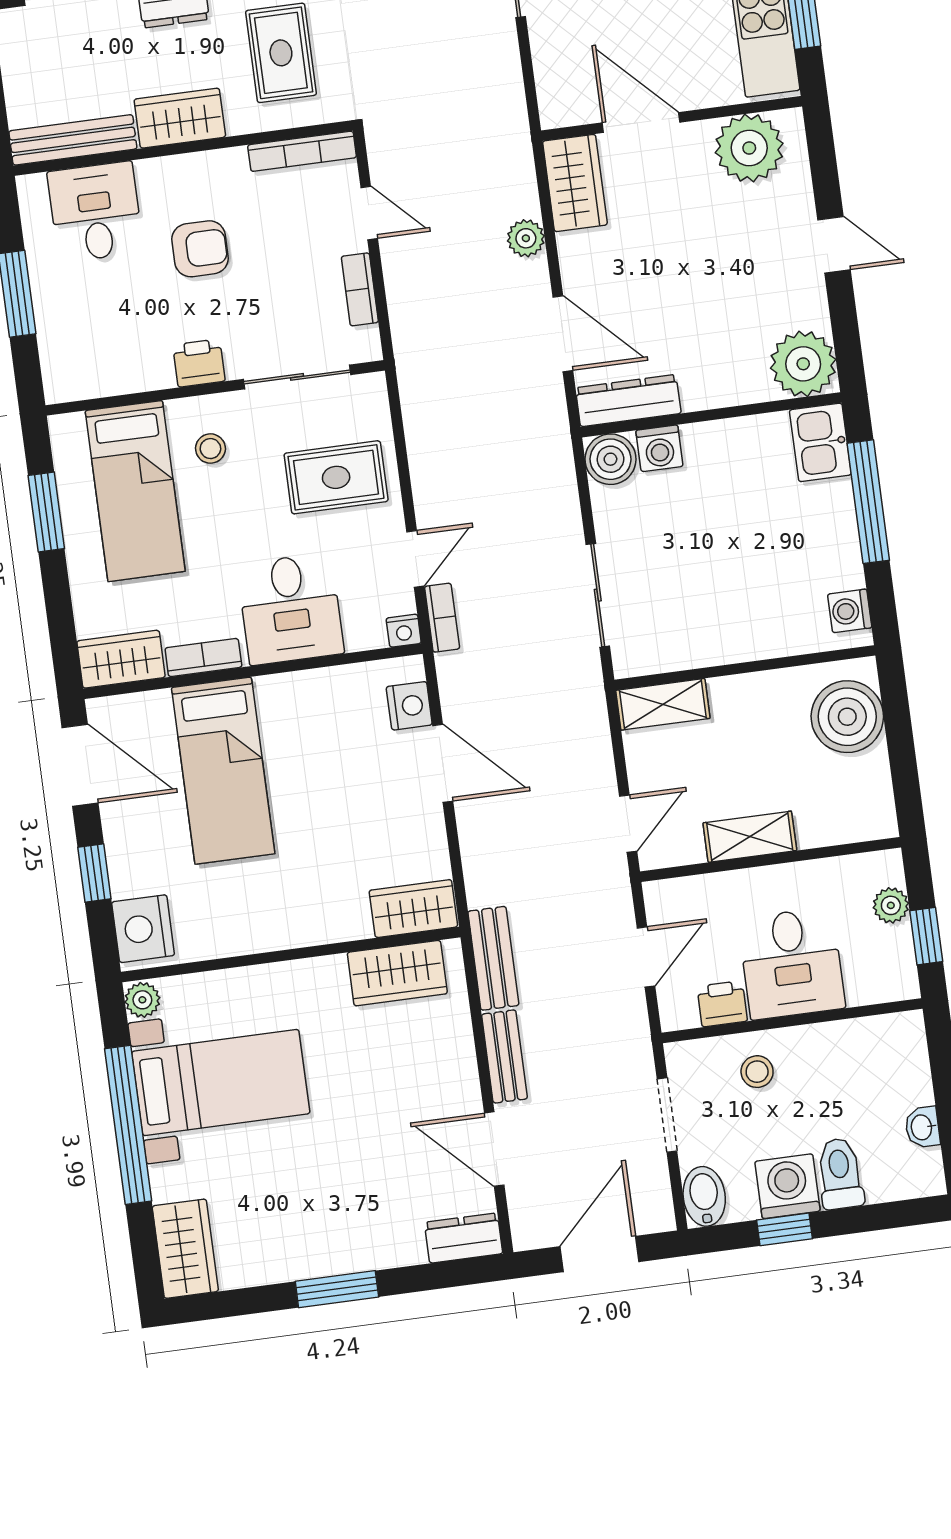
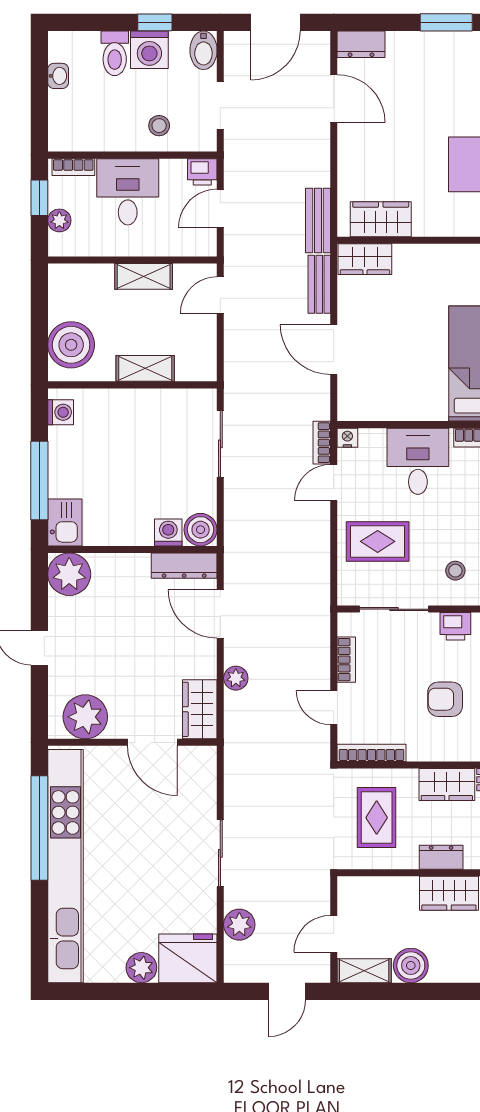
shelving: (663, 704) -> (145, 368), moved
nightstand: (409, 706) -> (350, 389), removed
bookcase: (880, 990) -> (73, 167), added
printer: (722, 1004) -> (202, 172), moved
bench: (504, 1056) -> (319, 284), moved

